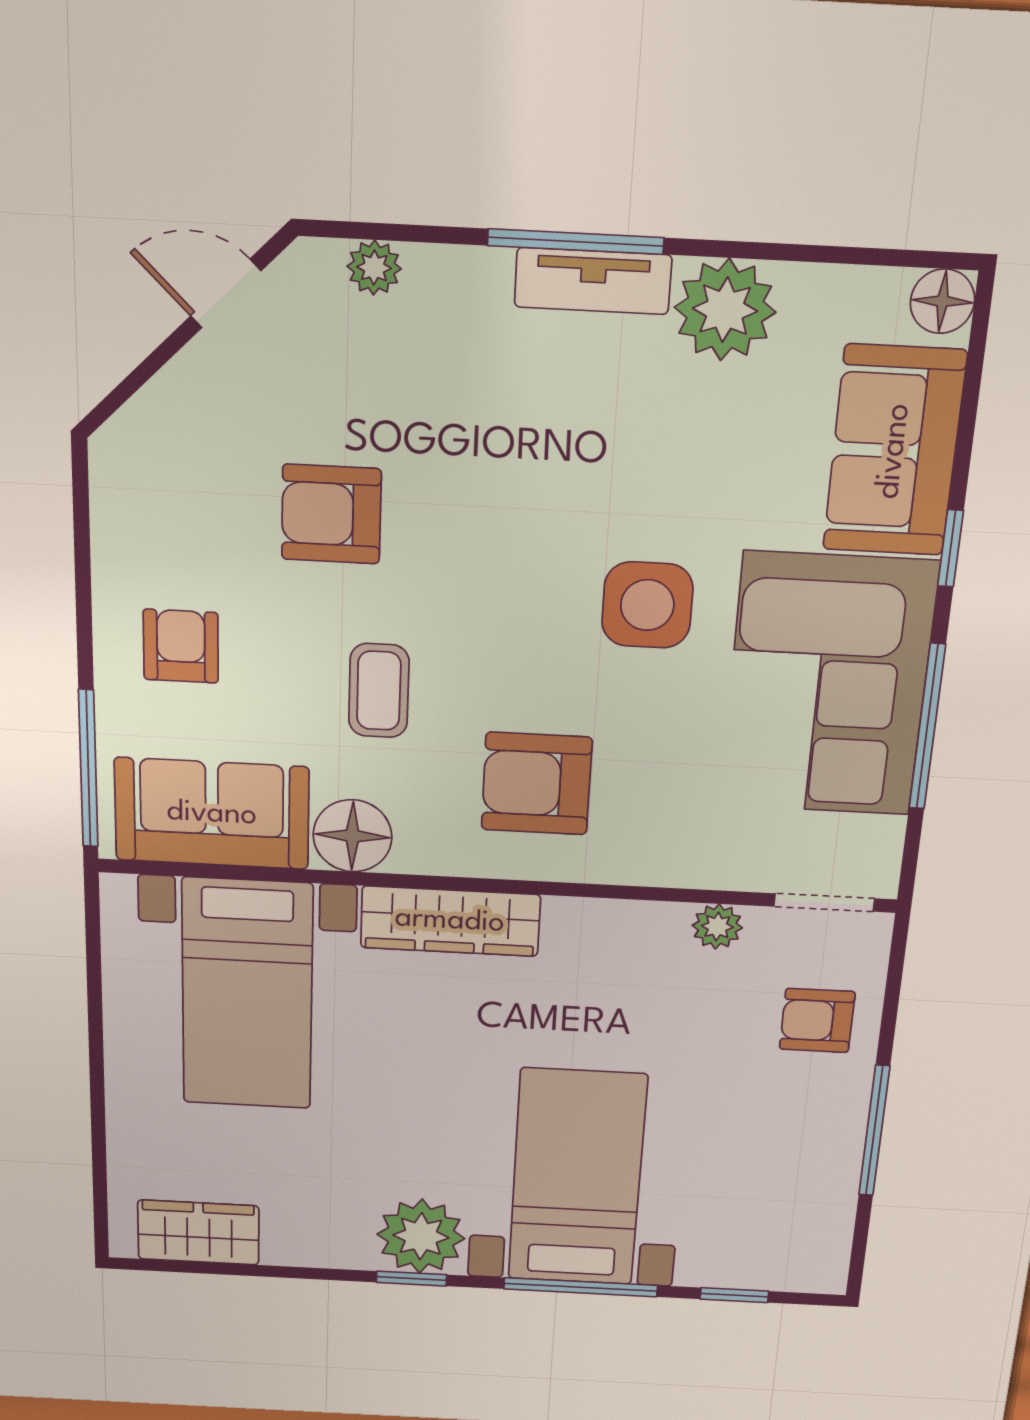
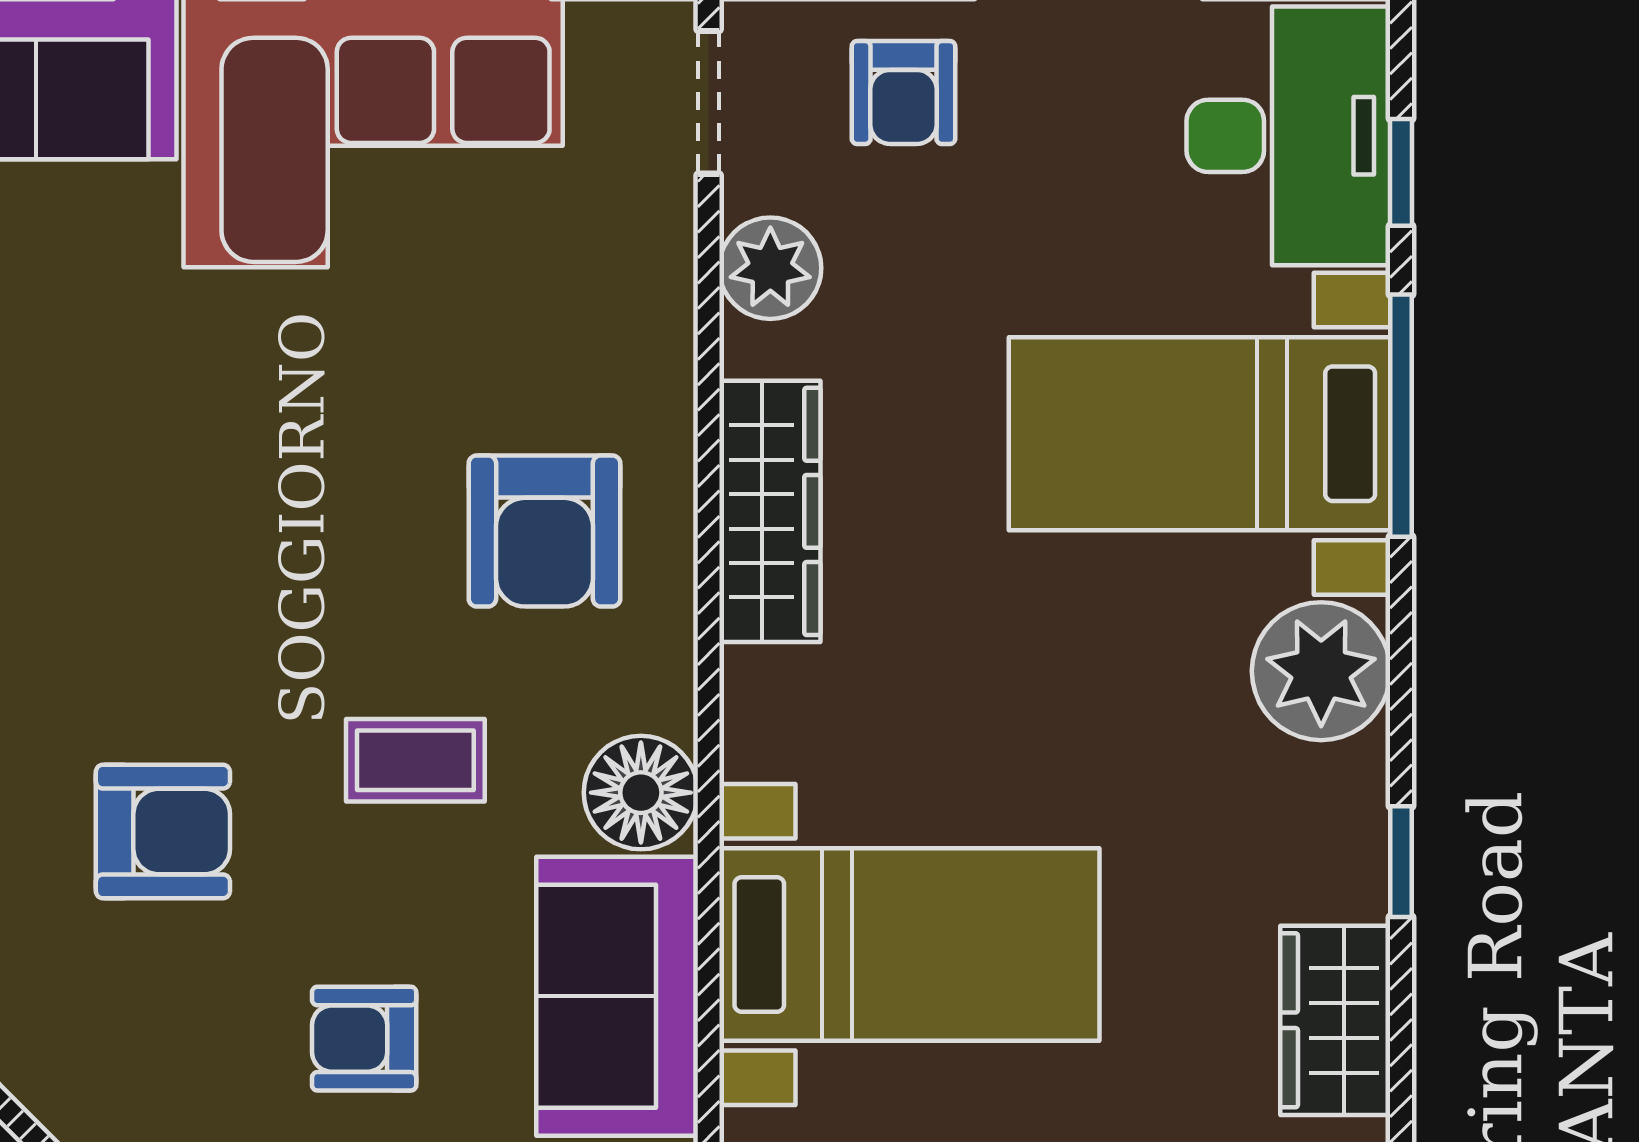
armchair: (331, 514) -> (163, 831), turned -90
side table: (647, 605) -> (269, 393), removed
wardrobe: (450, 921) -> (770, 511), moved
plant: (717, 927) -> (770, 268), width x1.38, depth x1.38
desk: (764, 1236) -> (1288, 136), added
window: (411, 1279) -> (1401, 862), moved

